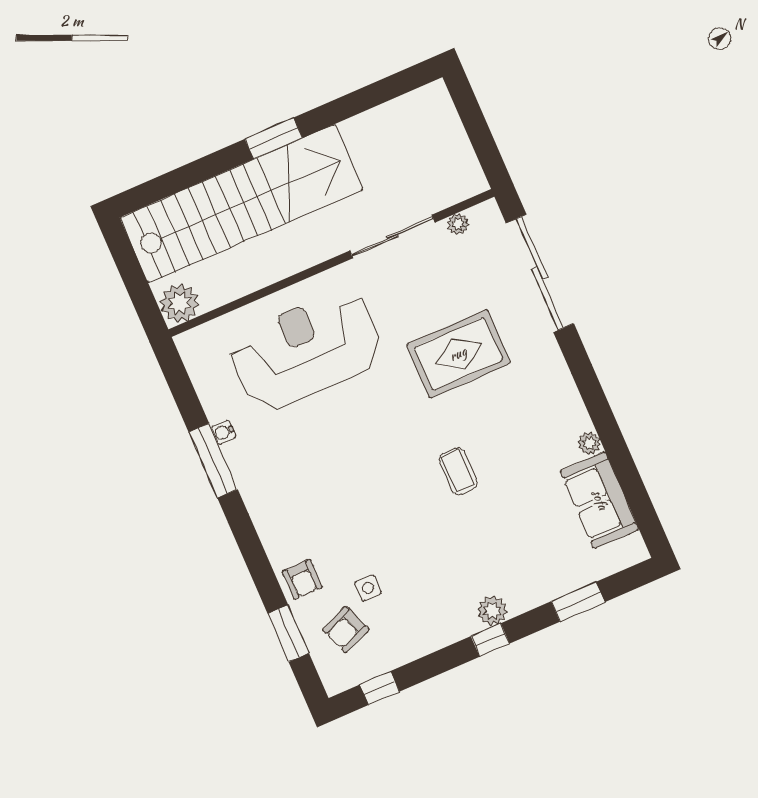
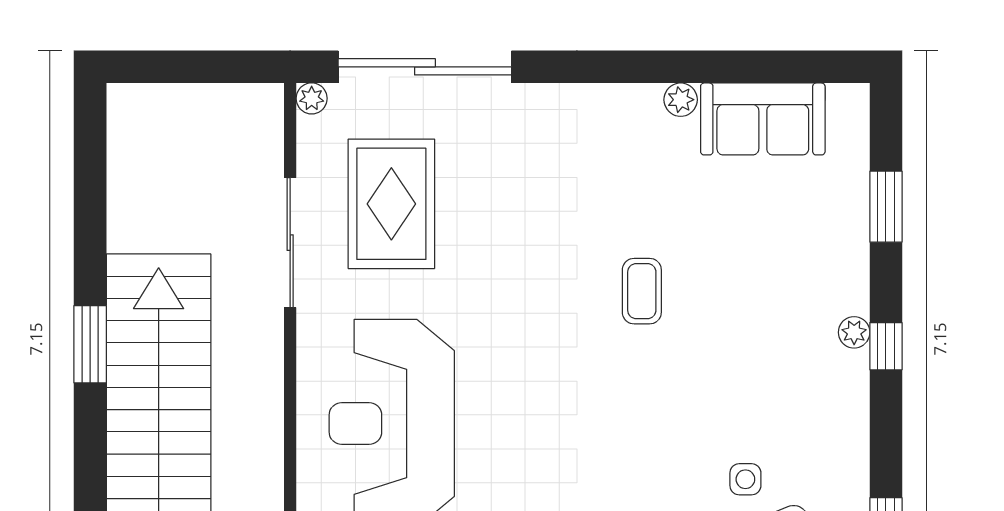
plant: (458, 224) -> (312, 98), moved
rug: (458, 354) -> (391, 204), moved
coffee table: (458, 471) -> (642, 291), turned 90
plant: (492, 611) -> (854, 332), width x0.73, depth x0.73

